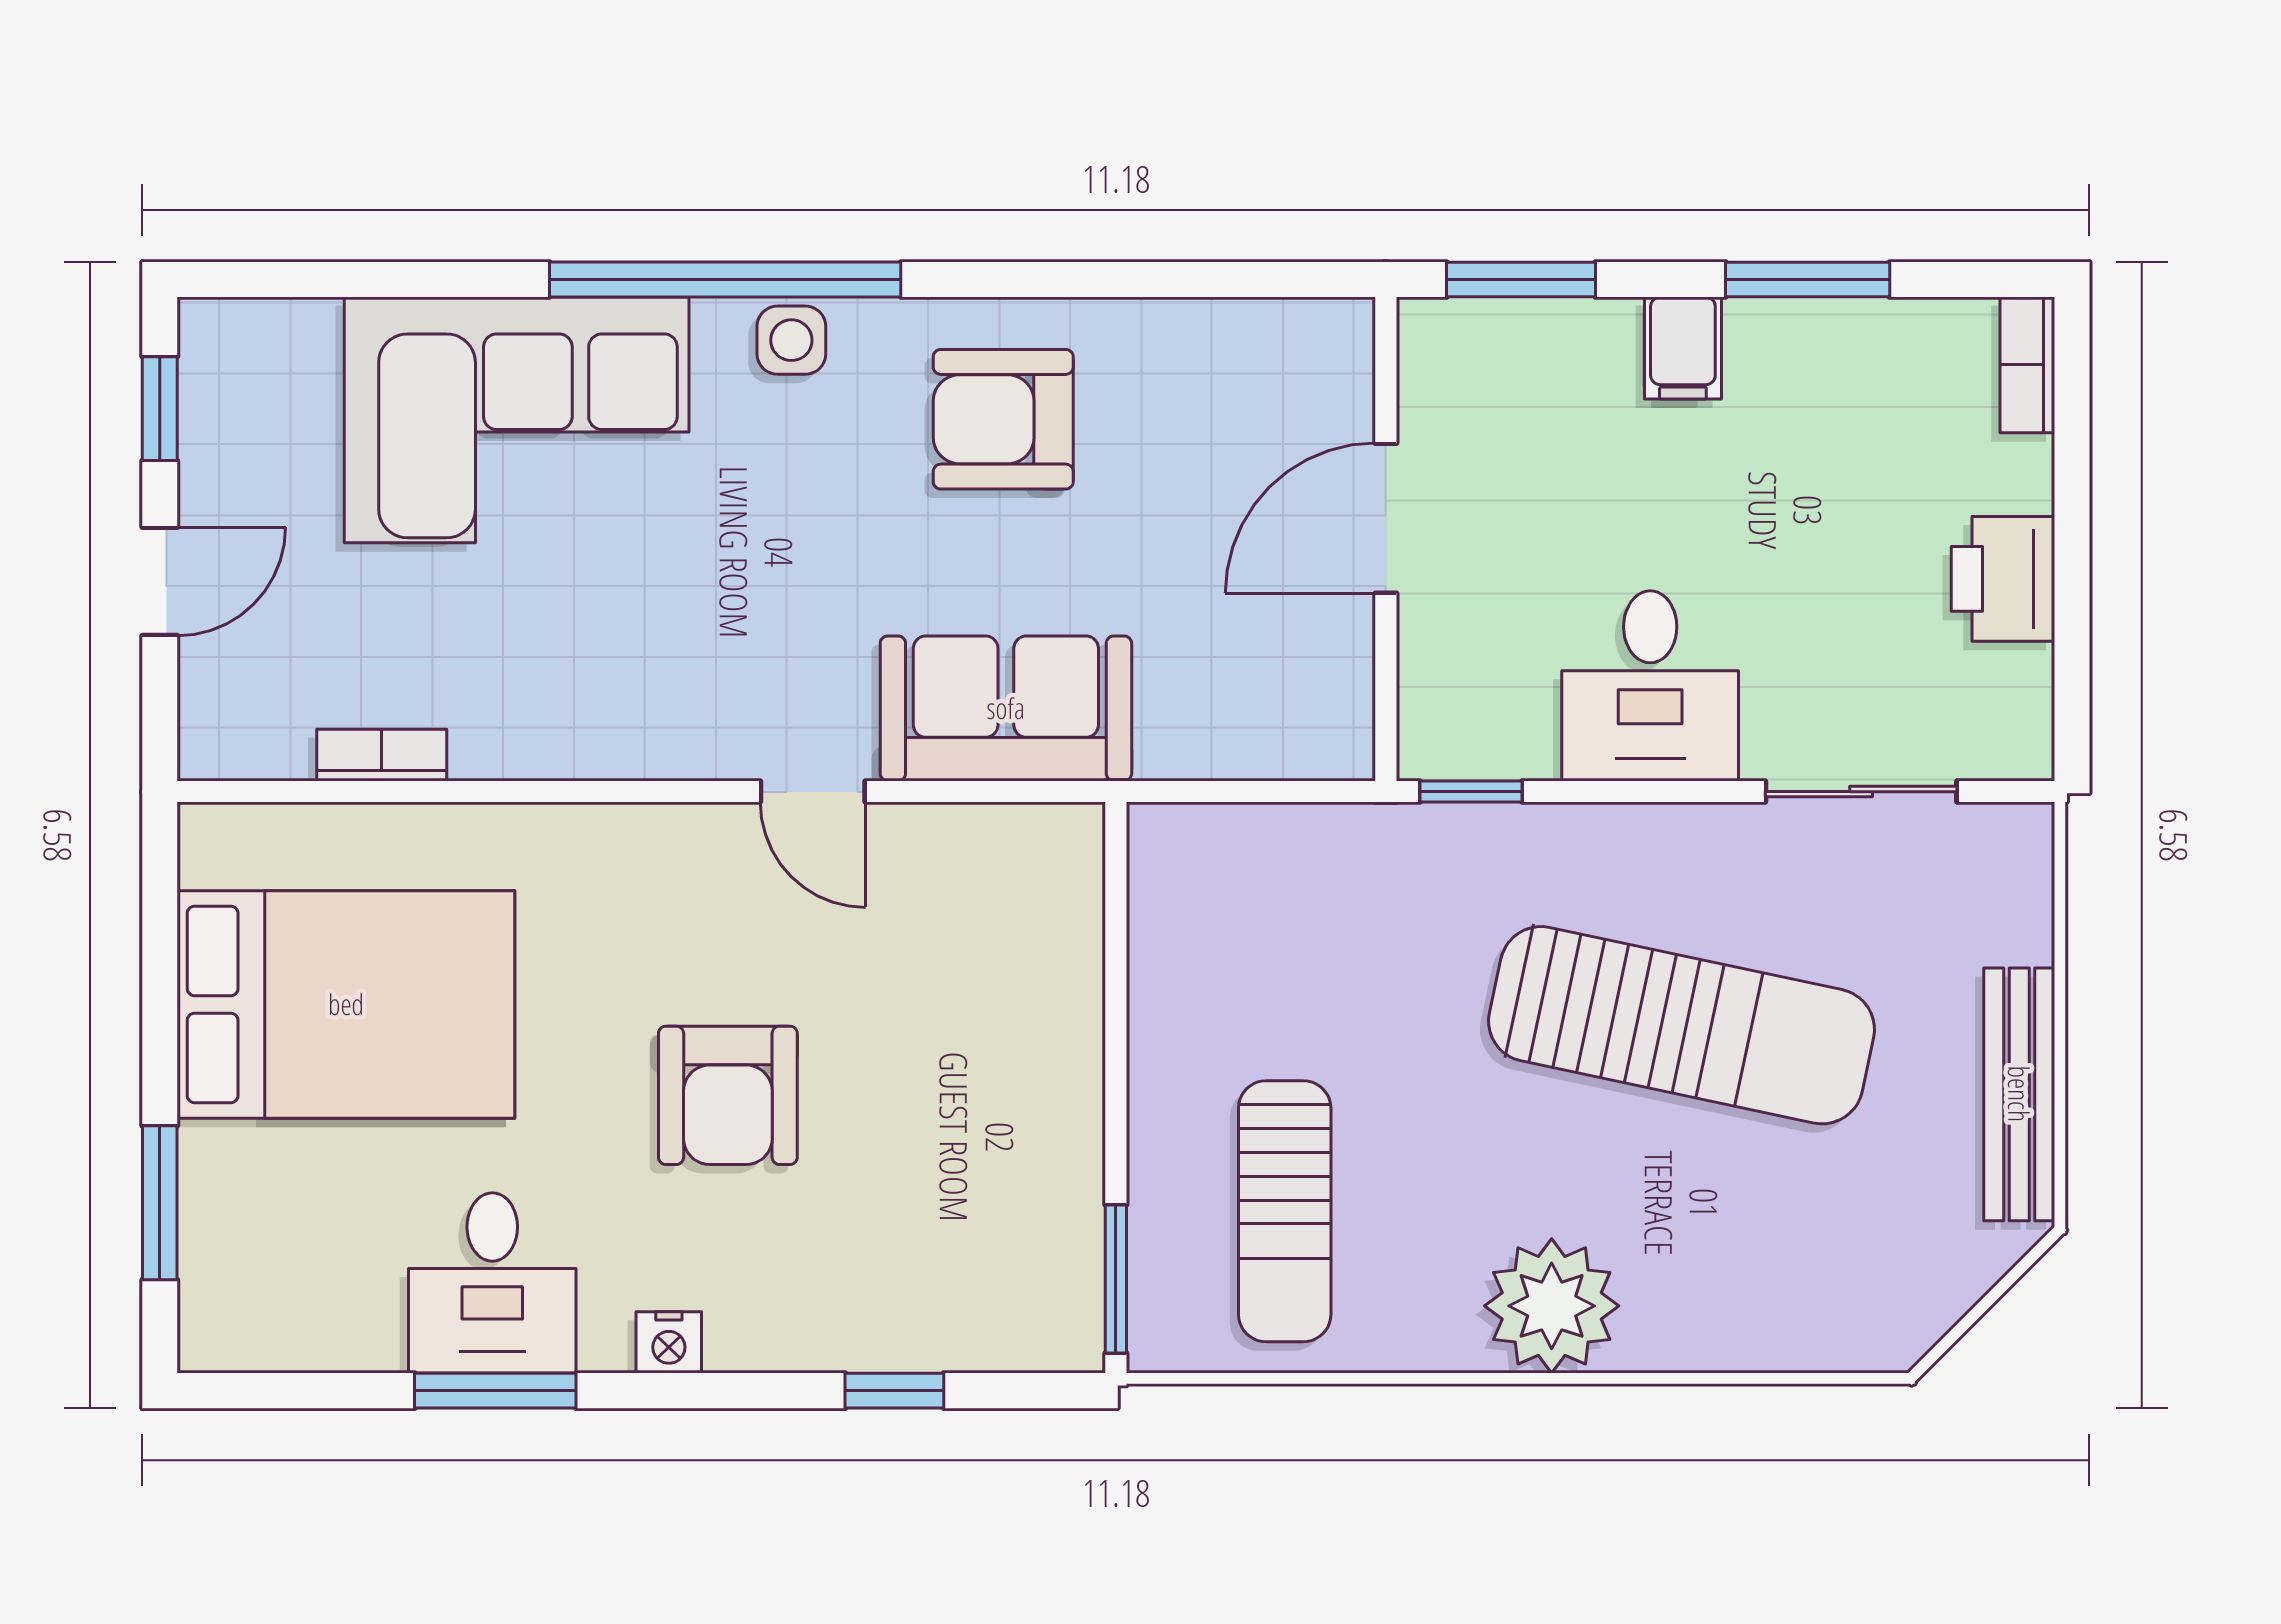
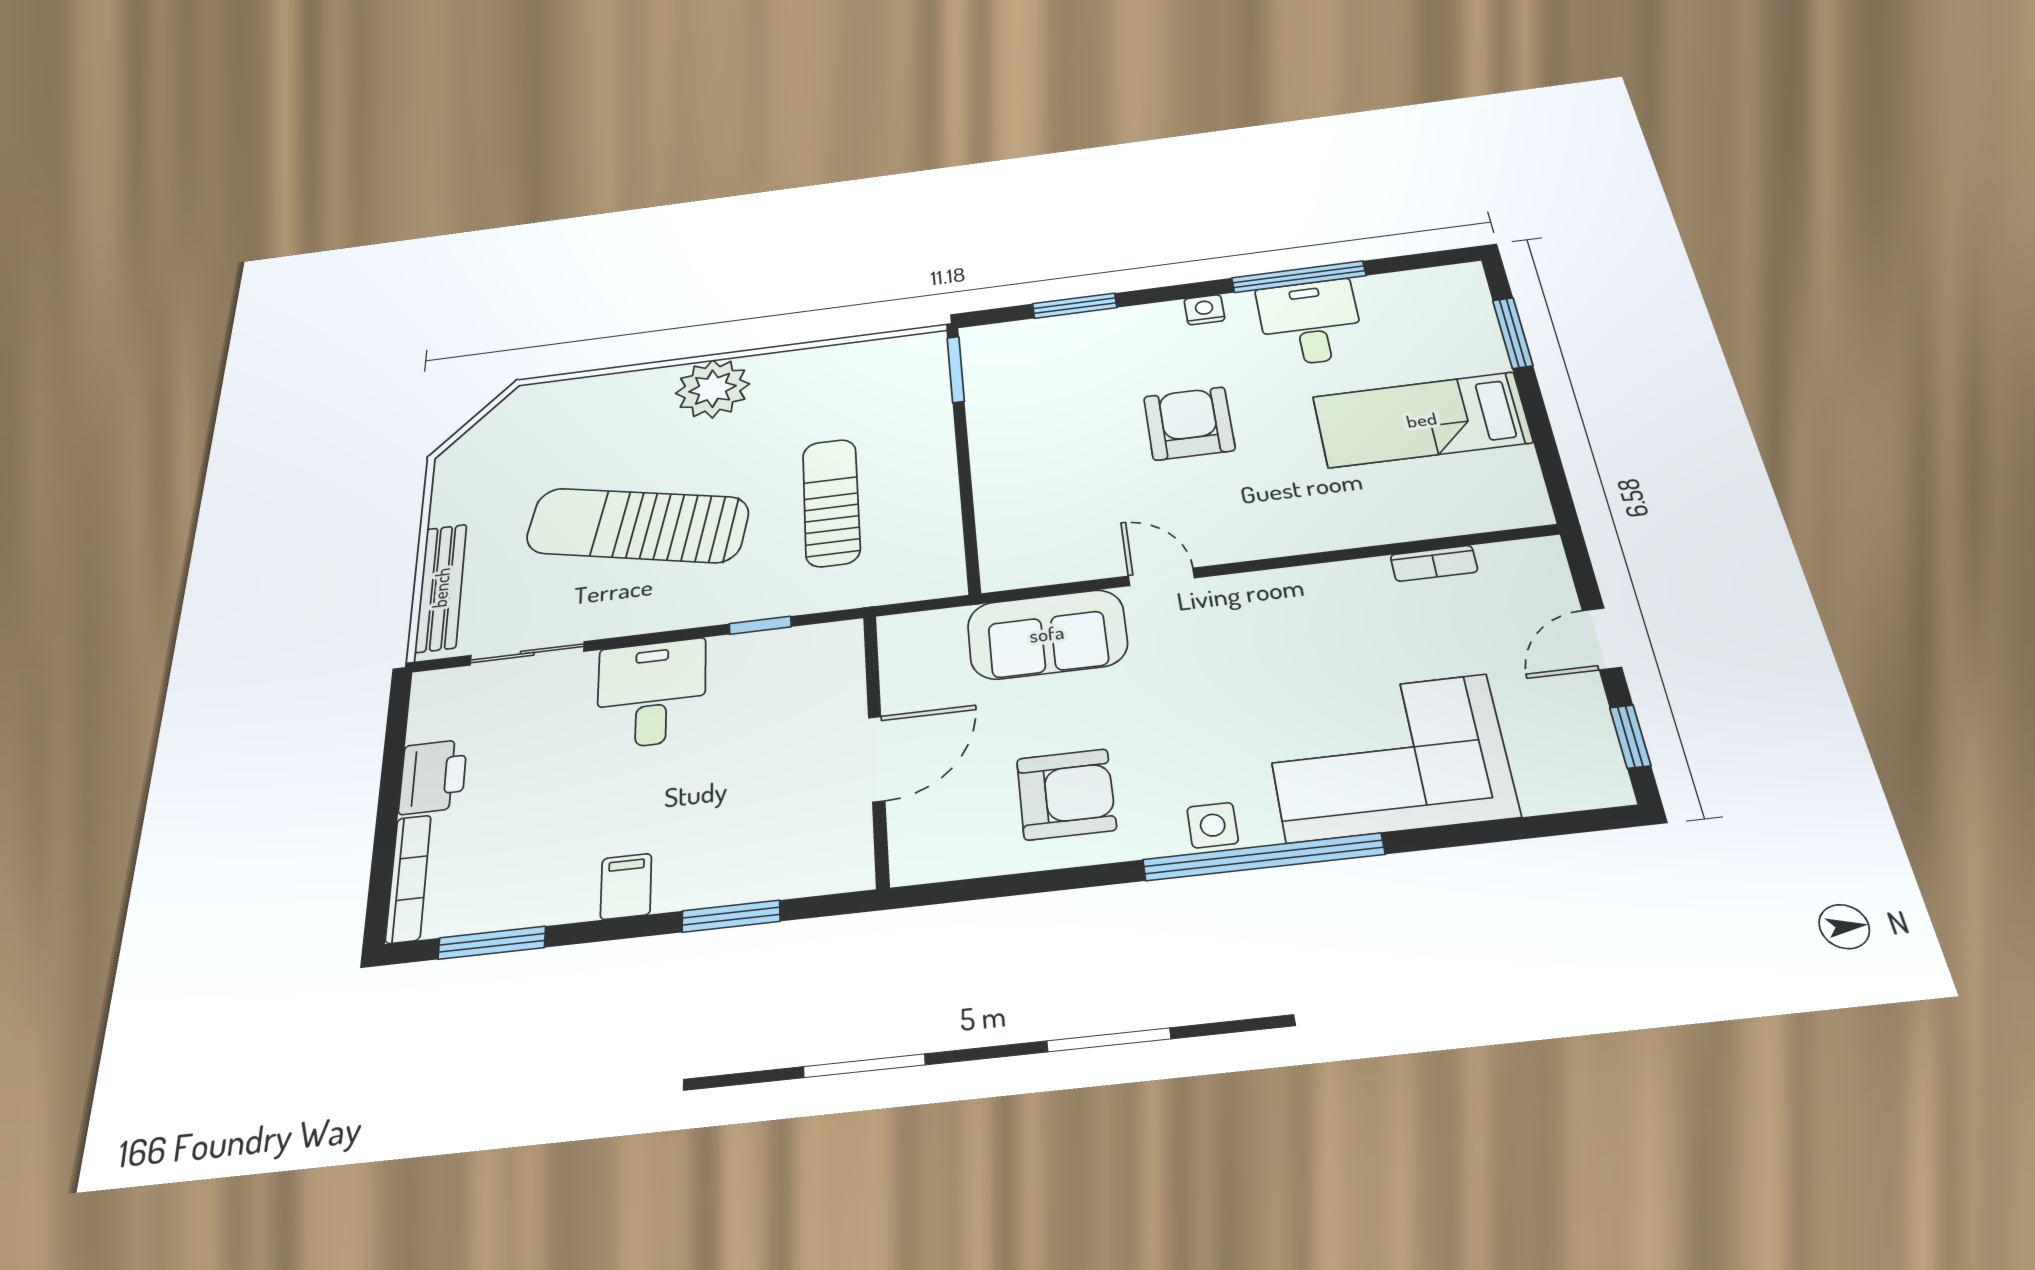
window: (1808, 279) -> (492, 943), moved
bookcase: (2027, 365) -> (408, 878), width x1.56
door: (1386, 518) -> (877, 759), moved
wall: (1386, 539) -> (876, 747), moved
bed: (346, 1004) -> (1422, 420), width x0.67
bench: (2019, 1094) -> (441, 588), moved
sun lounger: (1285, 1211) -> (831, 502), moved
window: (495, 1391) -> (1299, 277), width x1.44
window: (894, 1391) -> (1075, 306), width x1.50

